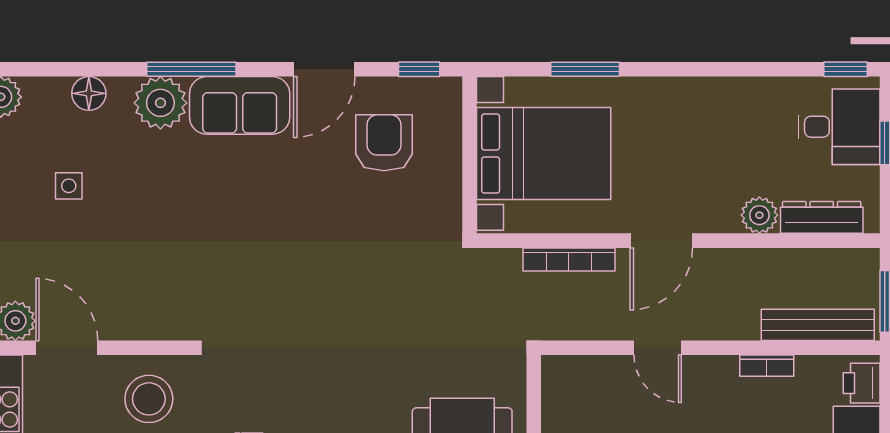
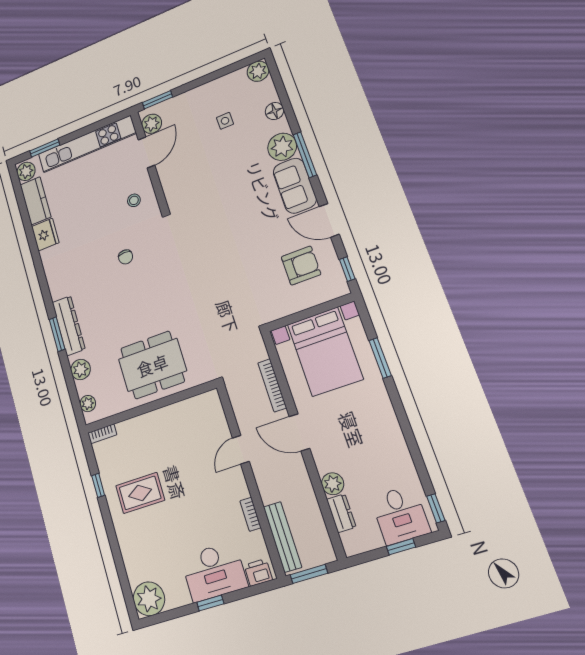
dresser: (822, 217) -> (341, 513), width x0.70
stool: (149, 399) -> (134, 200), width x0.53, depth x0.53

